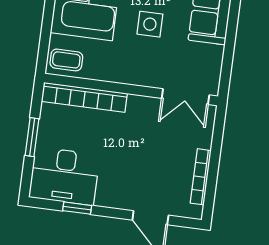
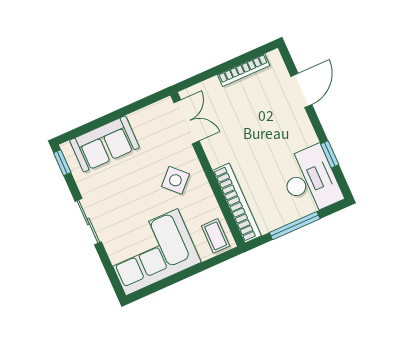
side table: (150, 24) -> (175, 180), moved, turned 45
window: (32, 137) -> (295, 226), width x1.44

